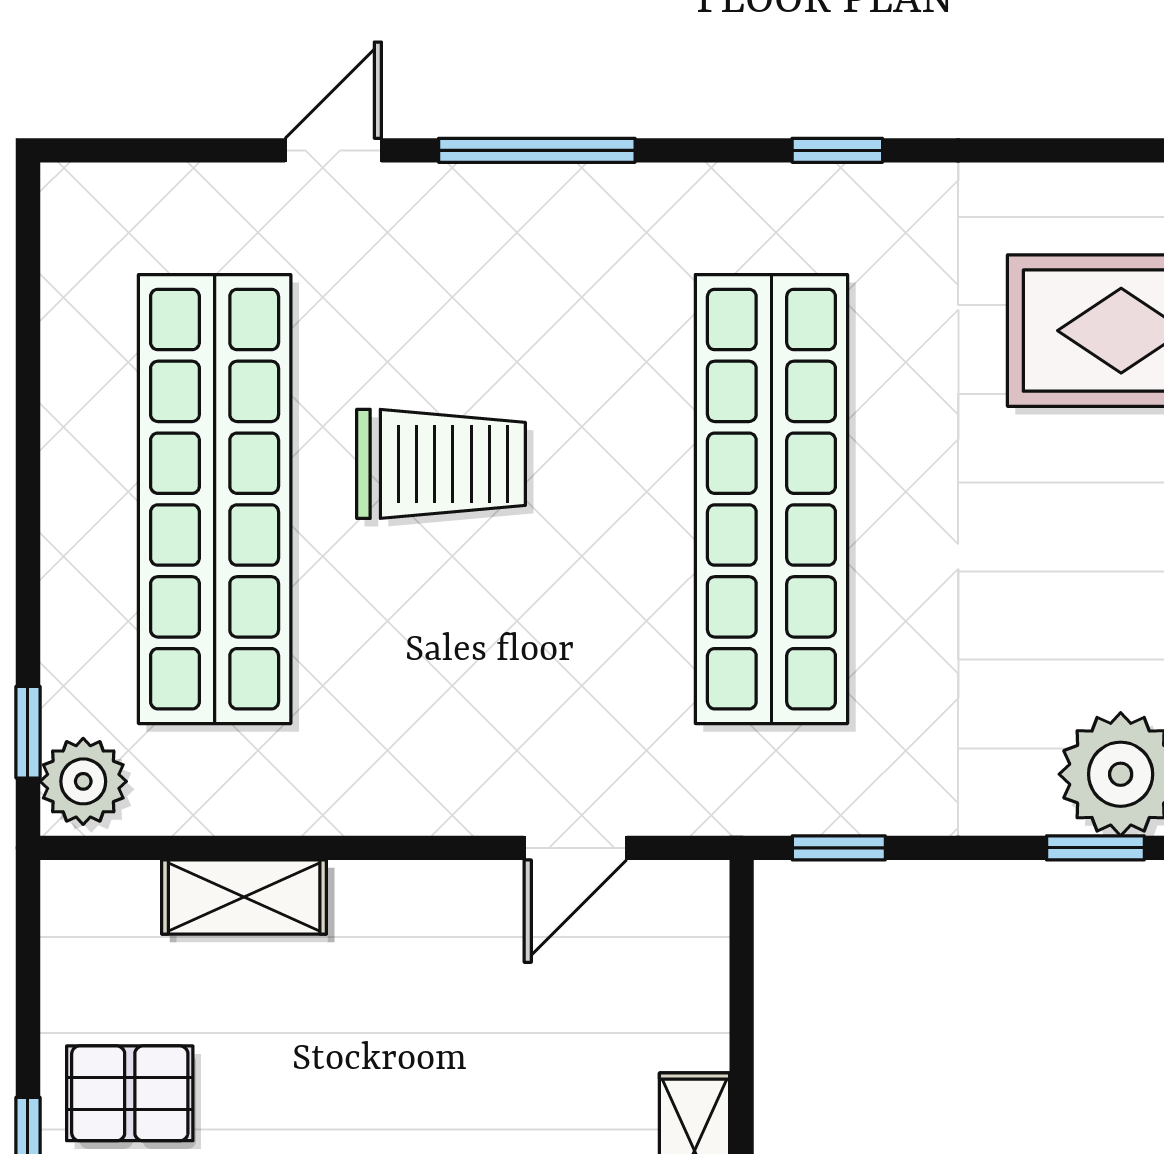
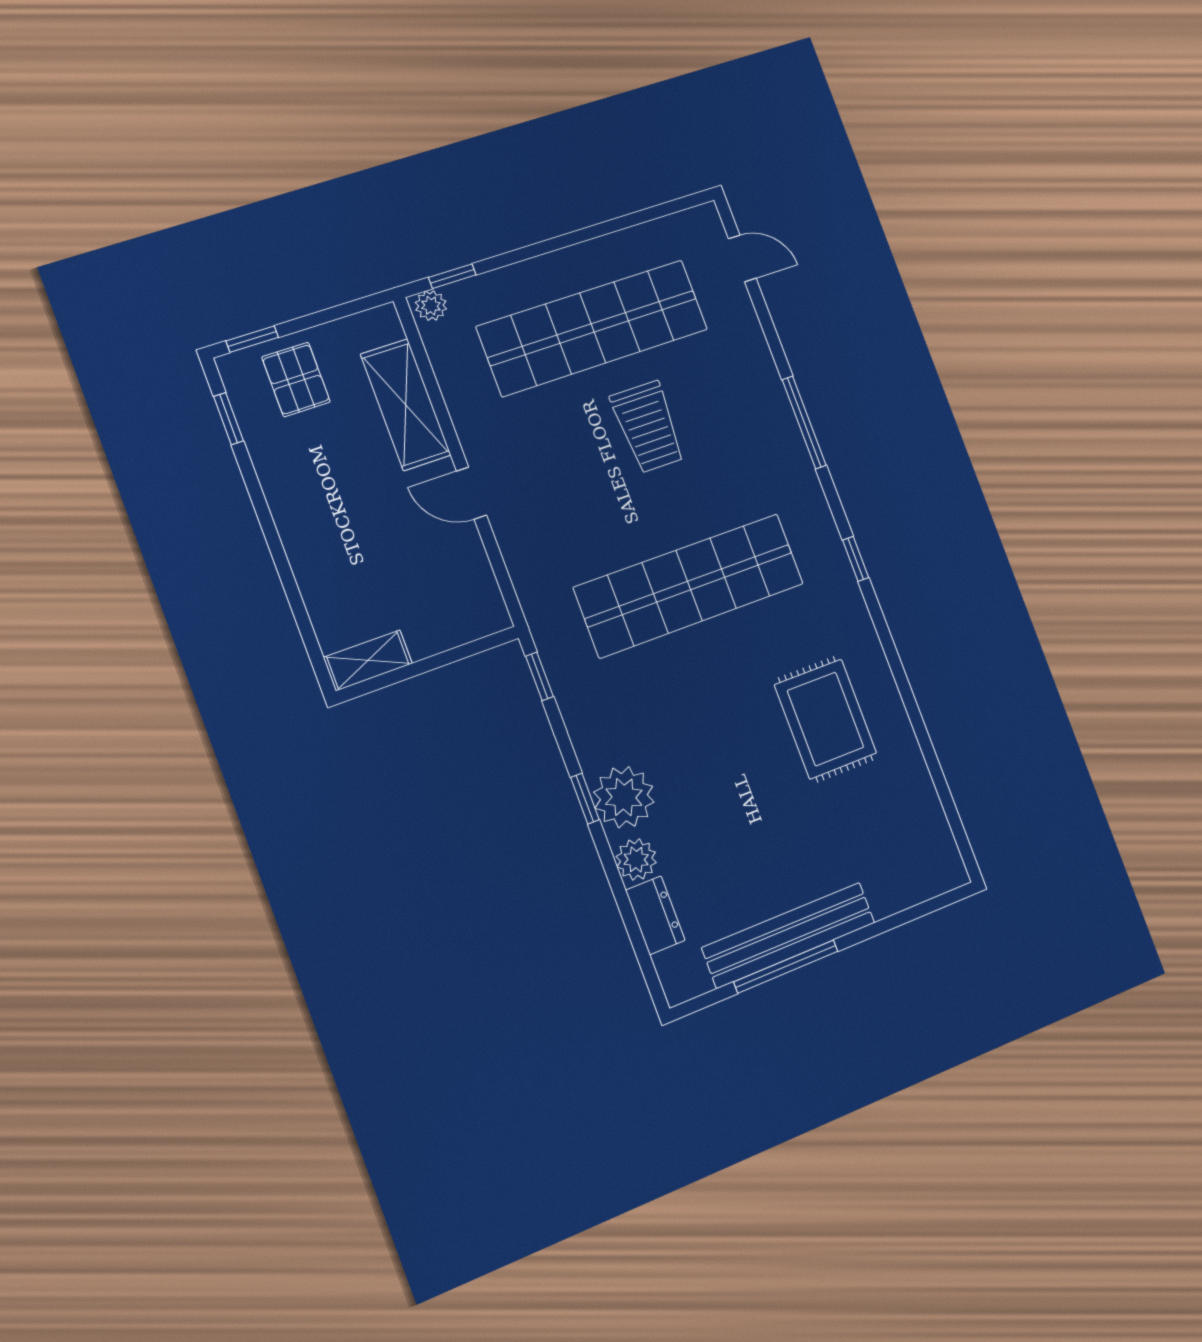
door: (333, 150) -> (742, 258), moved
plant: (83, 781) -> (431, 306), width x0.73, depth x0.73
door: (575, 848) -> (471, 493), moved
shelving: (244, 897) -> (406, 405), width x1.50, depth x1.33

